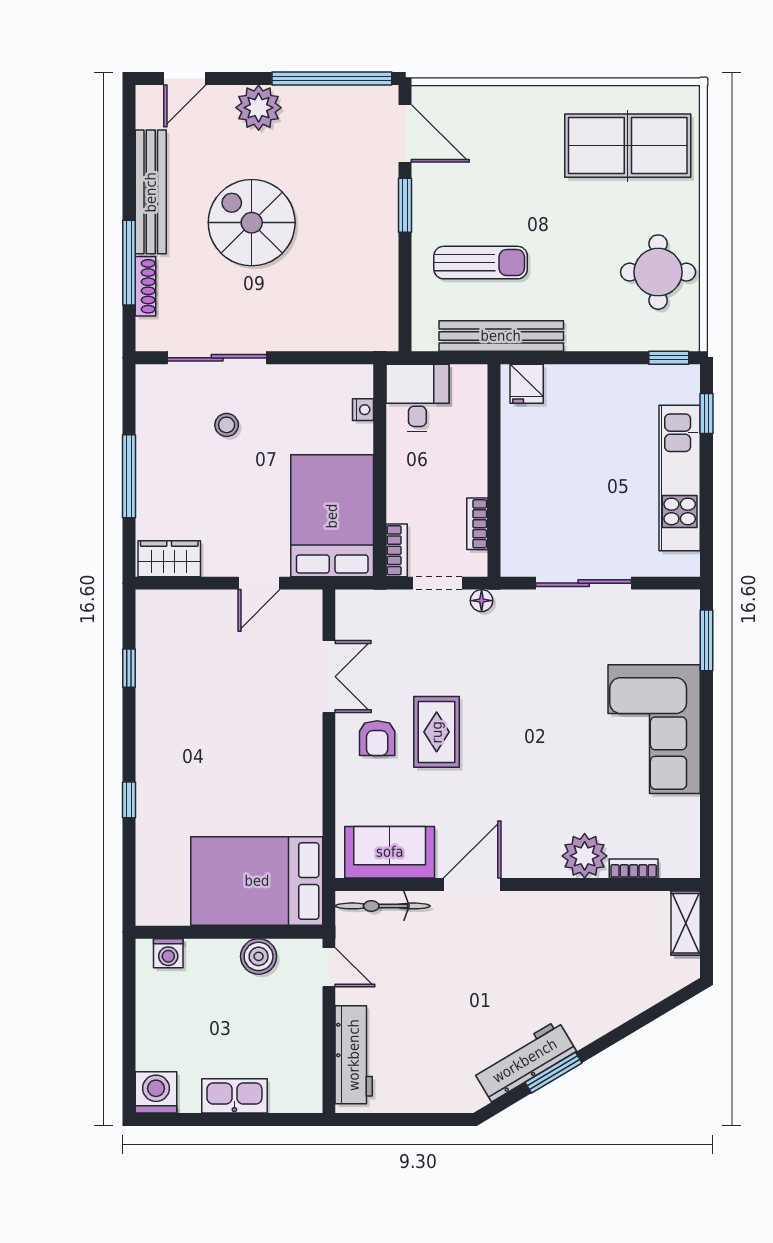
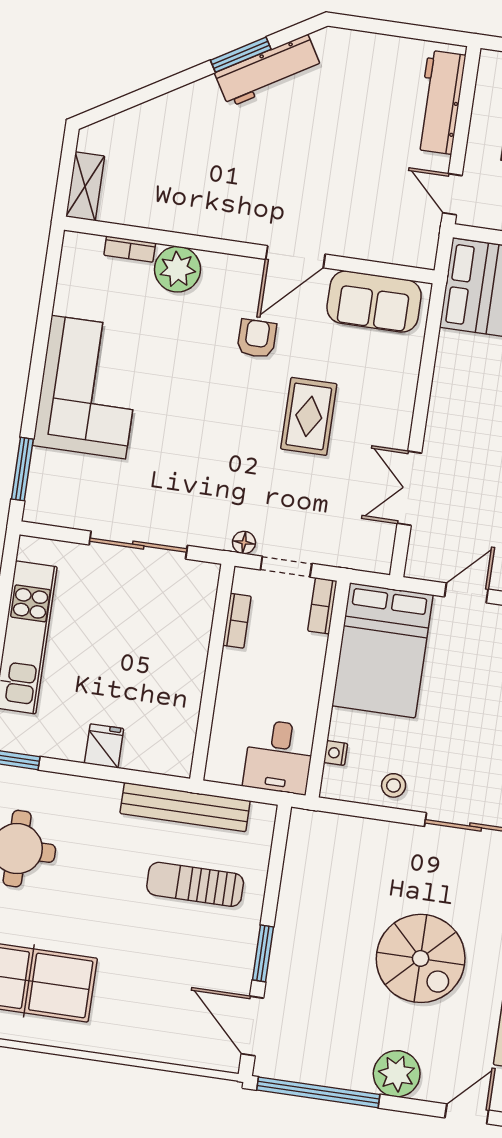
fridge: (527, 384) -> (104, 746), moved
stool: (227, 425) -> (394, 785), moved
armchair: (377, 738) -> (257, 339), moved
bicycle: (383, 906) -> (389, 248), removed

